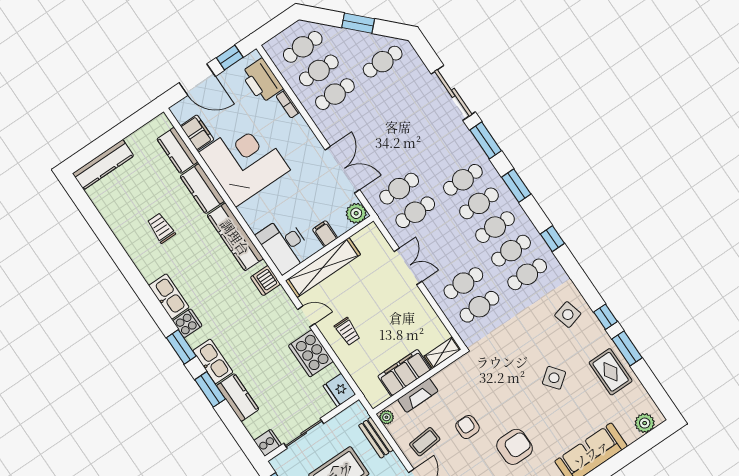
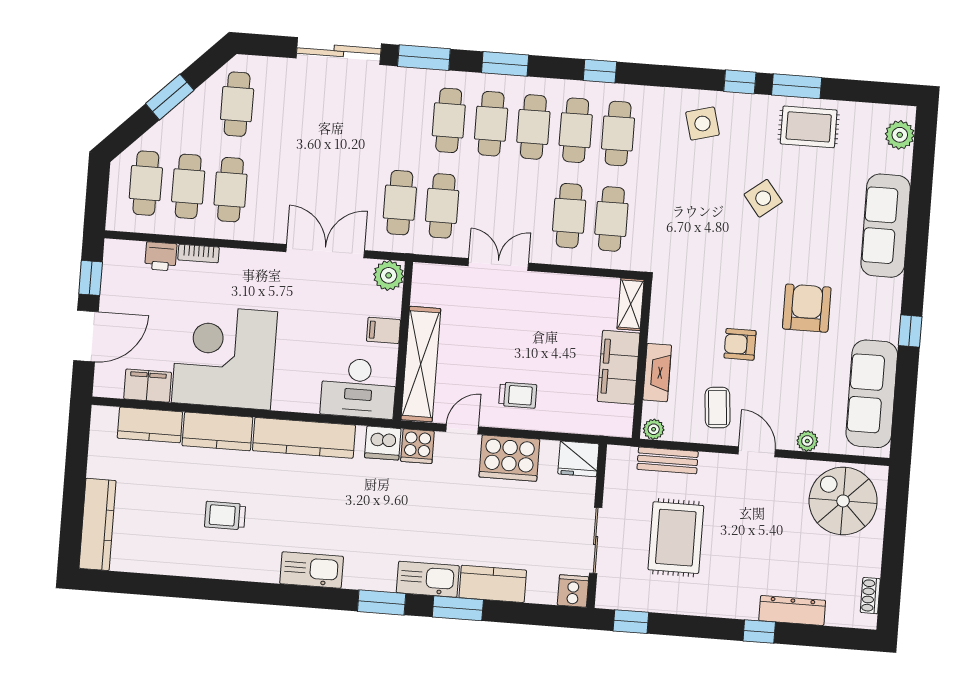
printer: (262, 81) -> (161, 256), width x0.53, depth x0.68
cooker: (187, 323) -> (417, 446), moved, turned 180

